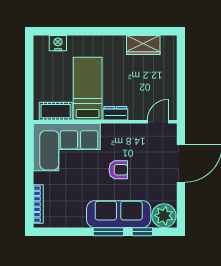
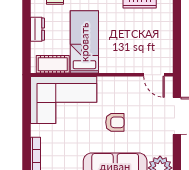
dresser: (115, 113) -> (37, 29), moved, turned 90
door: (158, 122) -> (154, 75), swing flipped

